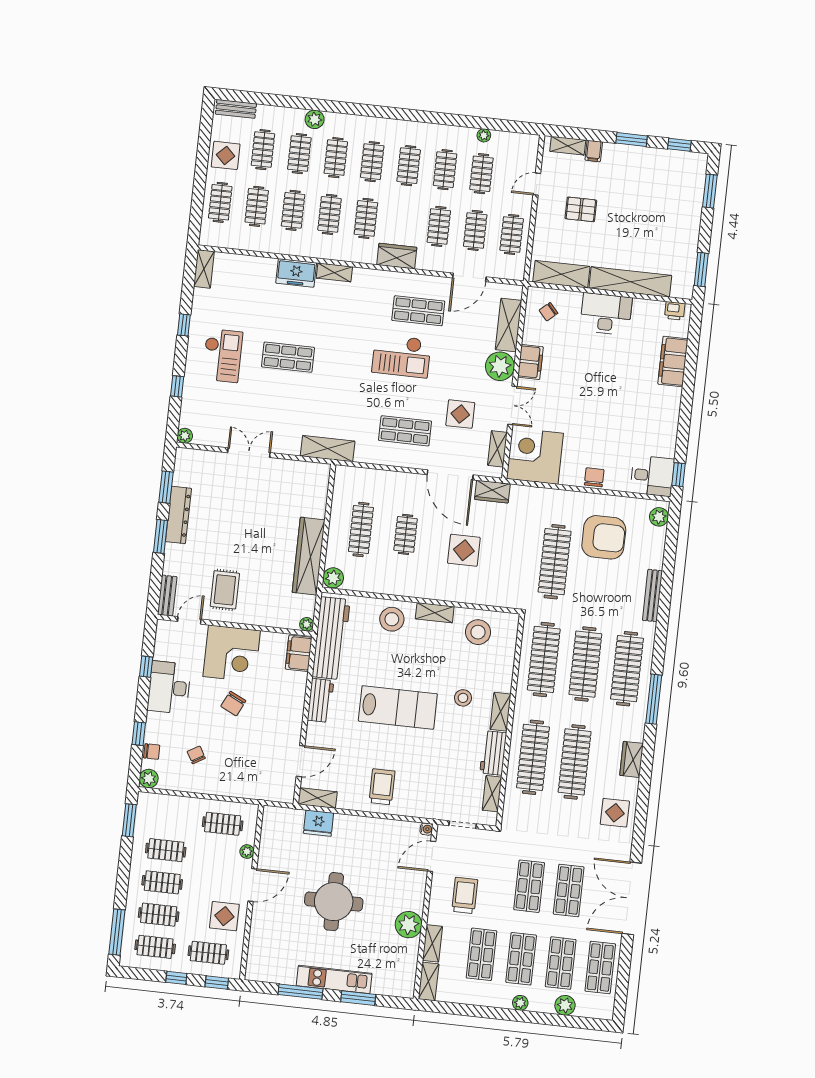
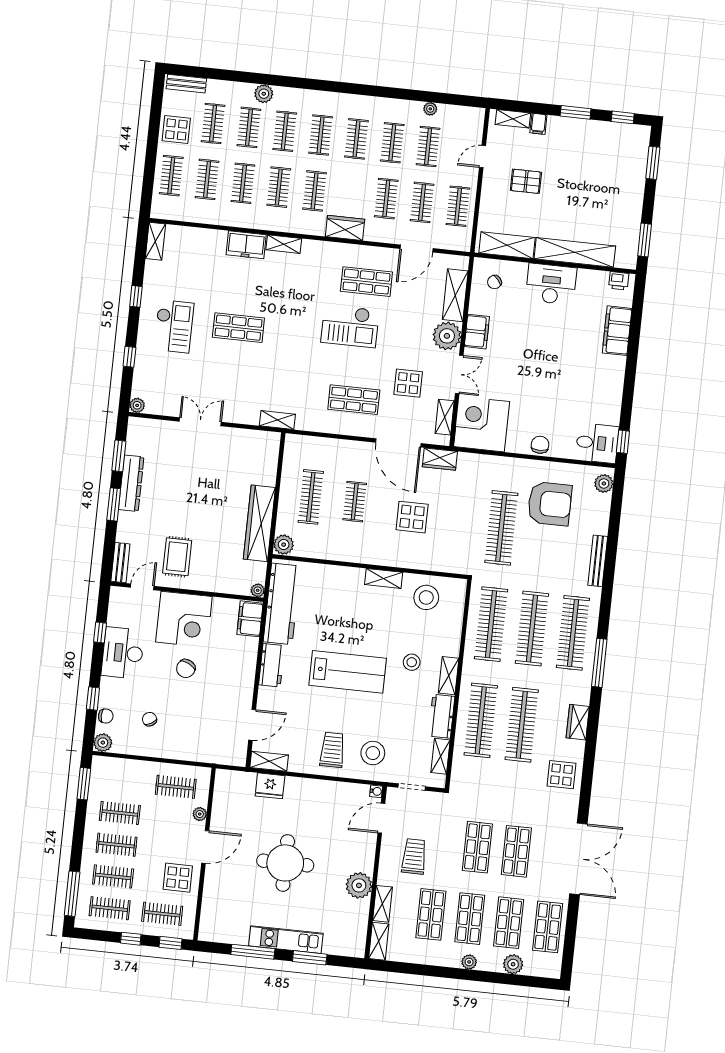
shelving: (328, 449) -> (277, 420), width x0.67, depth x0.75
stool: (392, 619) -> (373, 753), moved
double door: (632, 898) -> (578, 859), swing flipped

